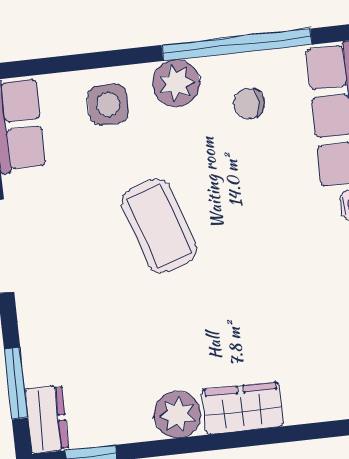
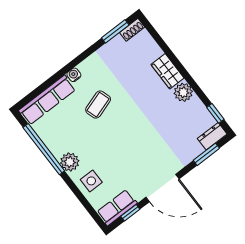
chair: (249, 104) -> (61, 133), removed
coffee table: (159, 226) -> (98, 105), moved, width x0.73, depth x0.77

